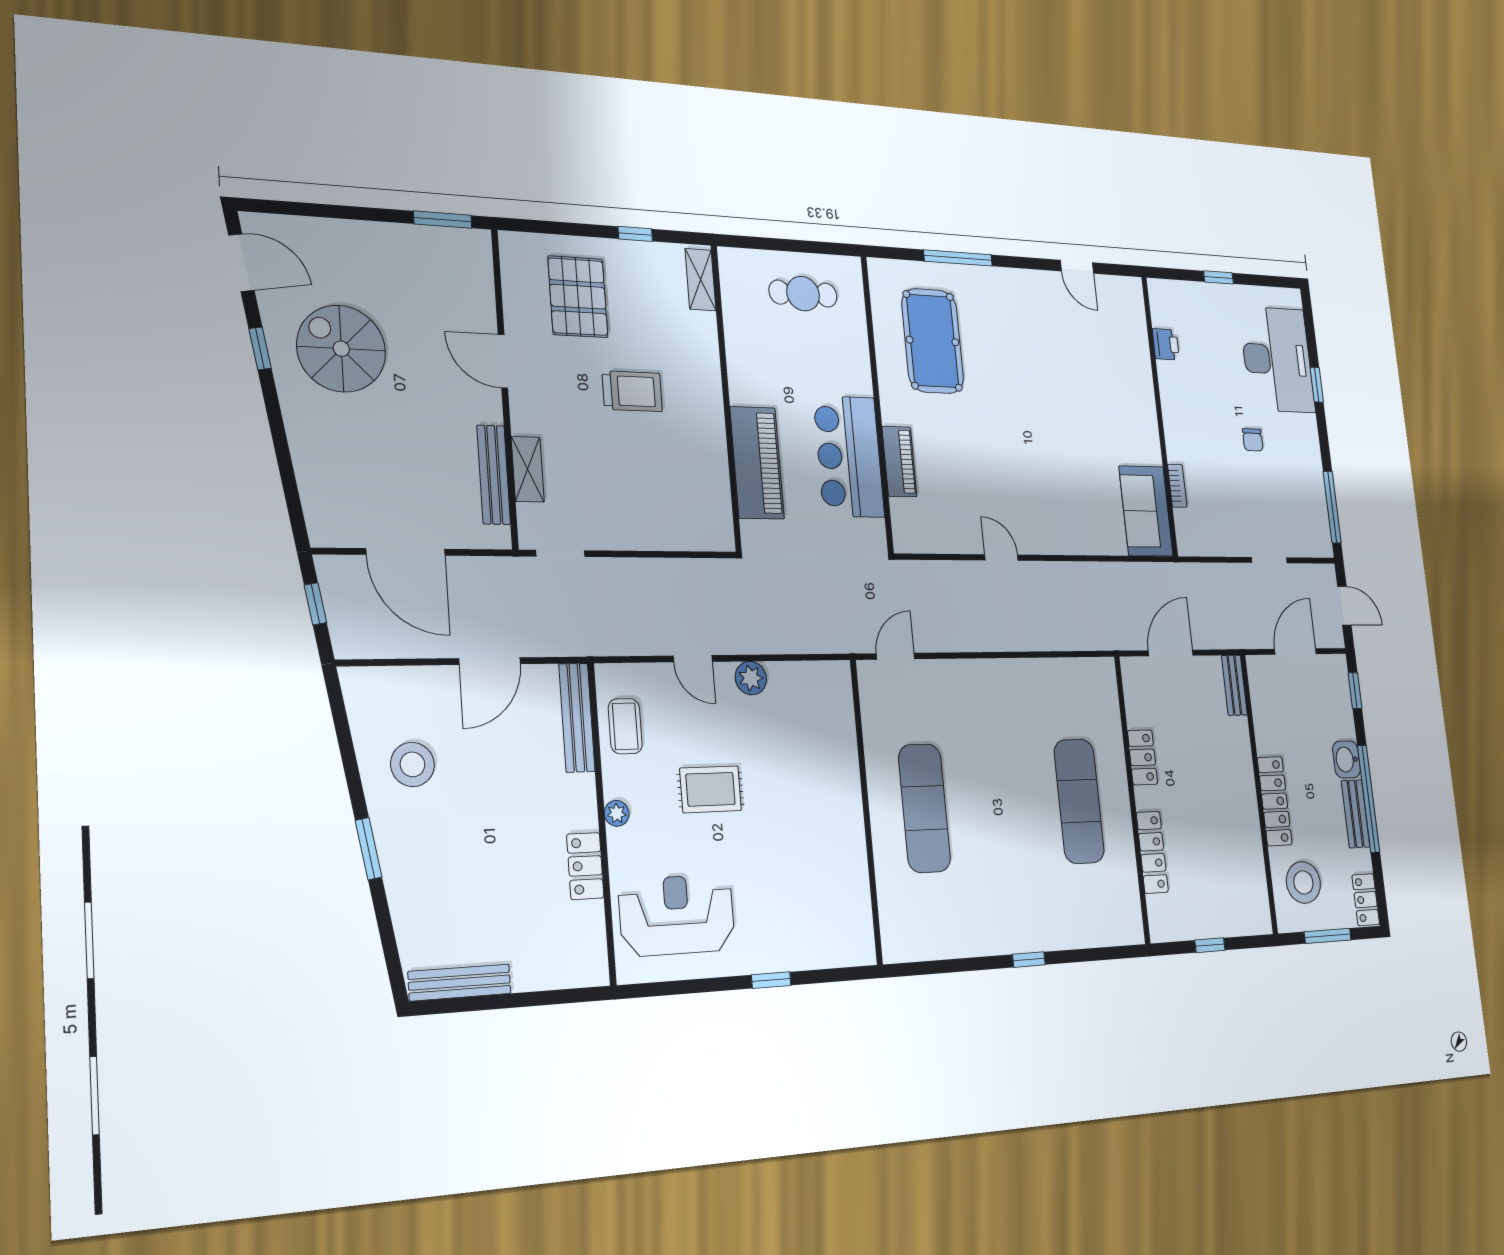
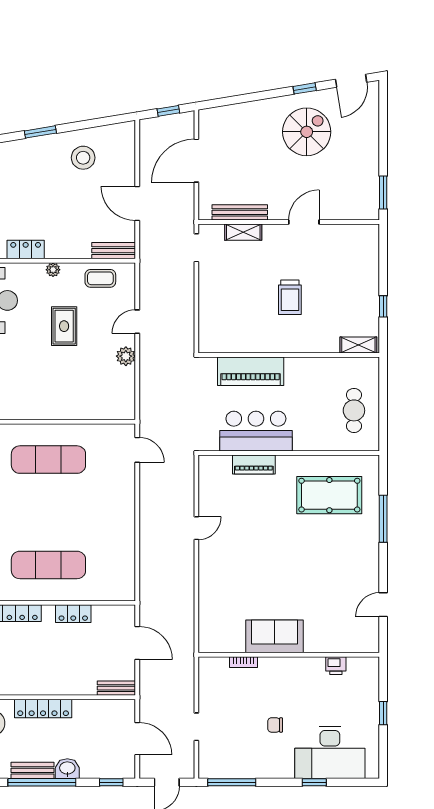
pallet: (578, 297) -> (344, 269), removed
sofa: (1146, 511) -> (274, 636), moved
bench: (577, 718) -> (114, 251), width x0.73

